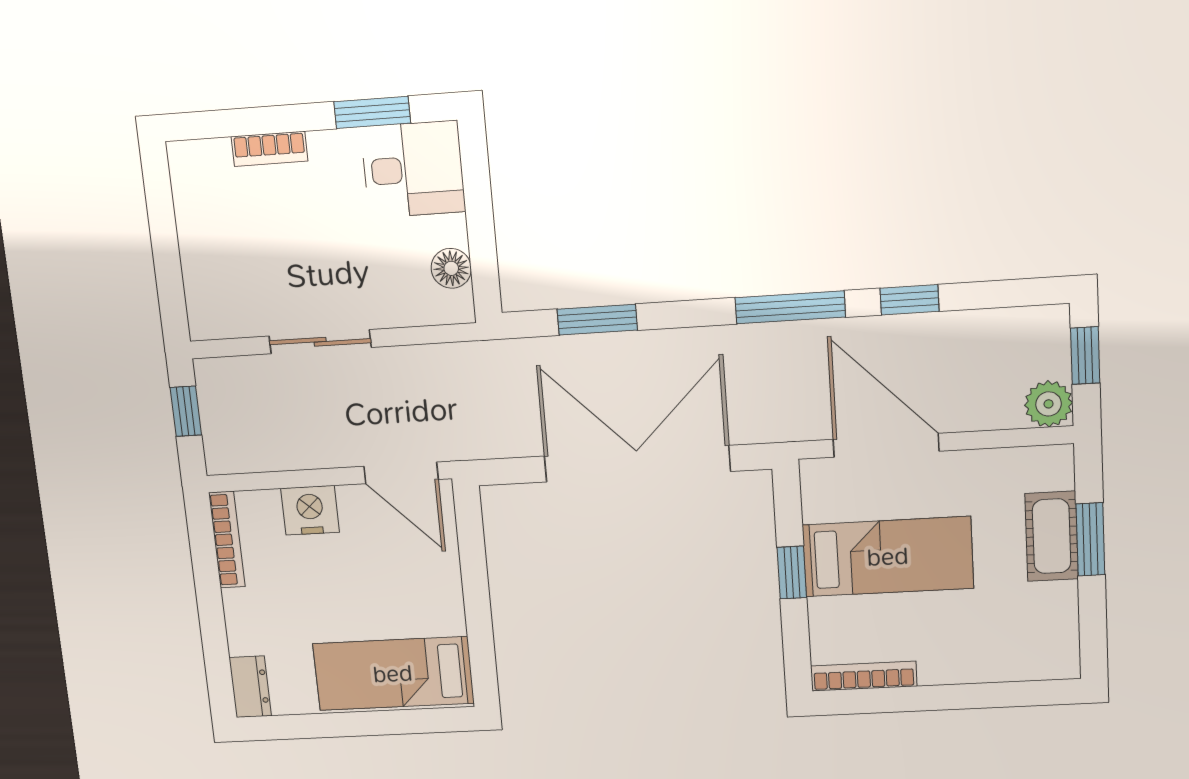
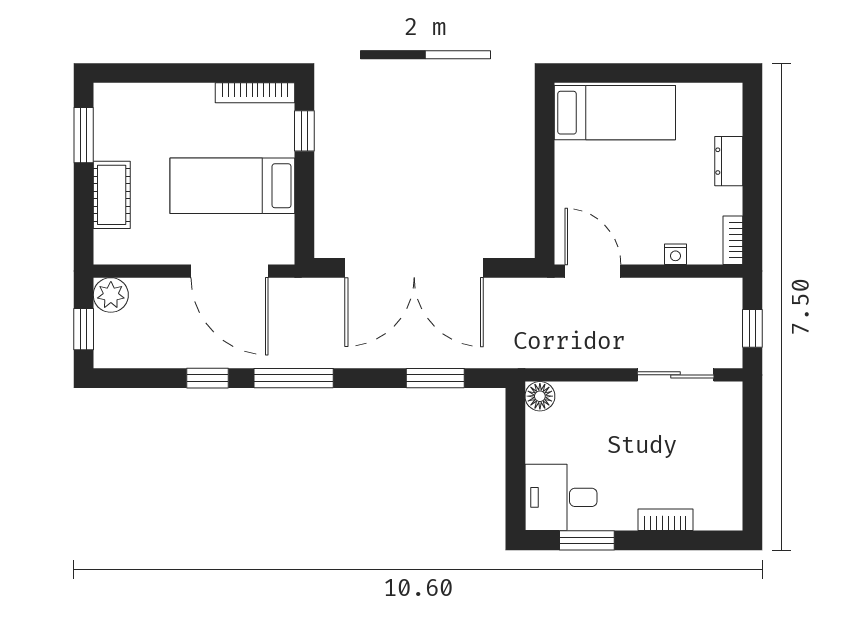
floor lamp: (451, 268) -> (540, 396), moved
sliding door: (320, 342) -> (676, 375), moved
nightstand: (310, 510) -> (675, 254), width x0.53, depth x0.56
window: (1090, 539) -> (84, 135), moved
bookcase: (227, 540) -> (733, 240), width x0.64
window: (792, 573) -> (304, 131), moved
dresser: (250, 687) -> (729, 161), moved

